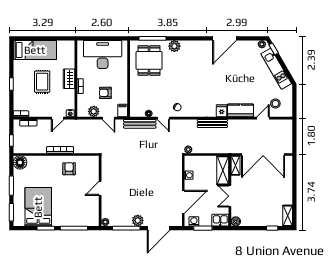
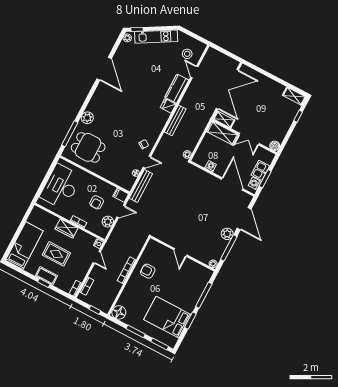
cot: (19, 83) -> (46, 276), added
kitchen sink: (220, 220) -> (260, 170), moved

